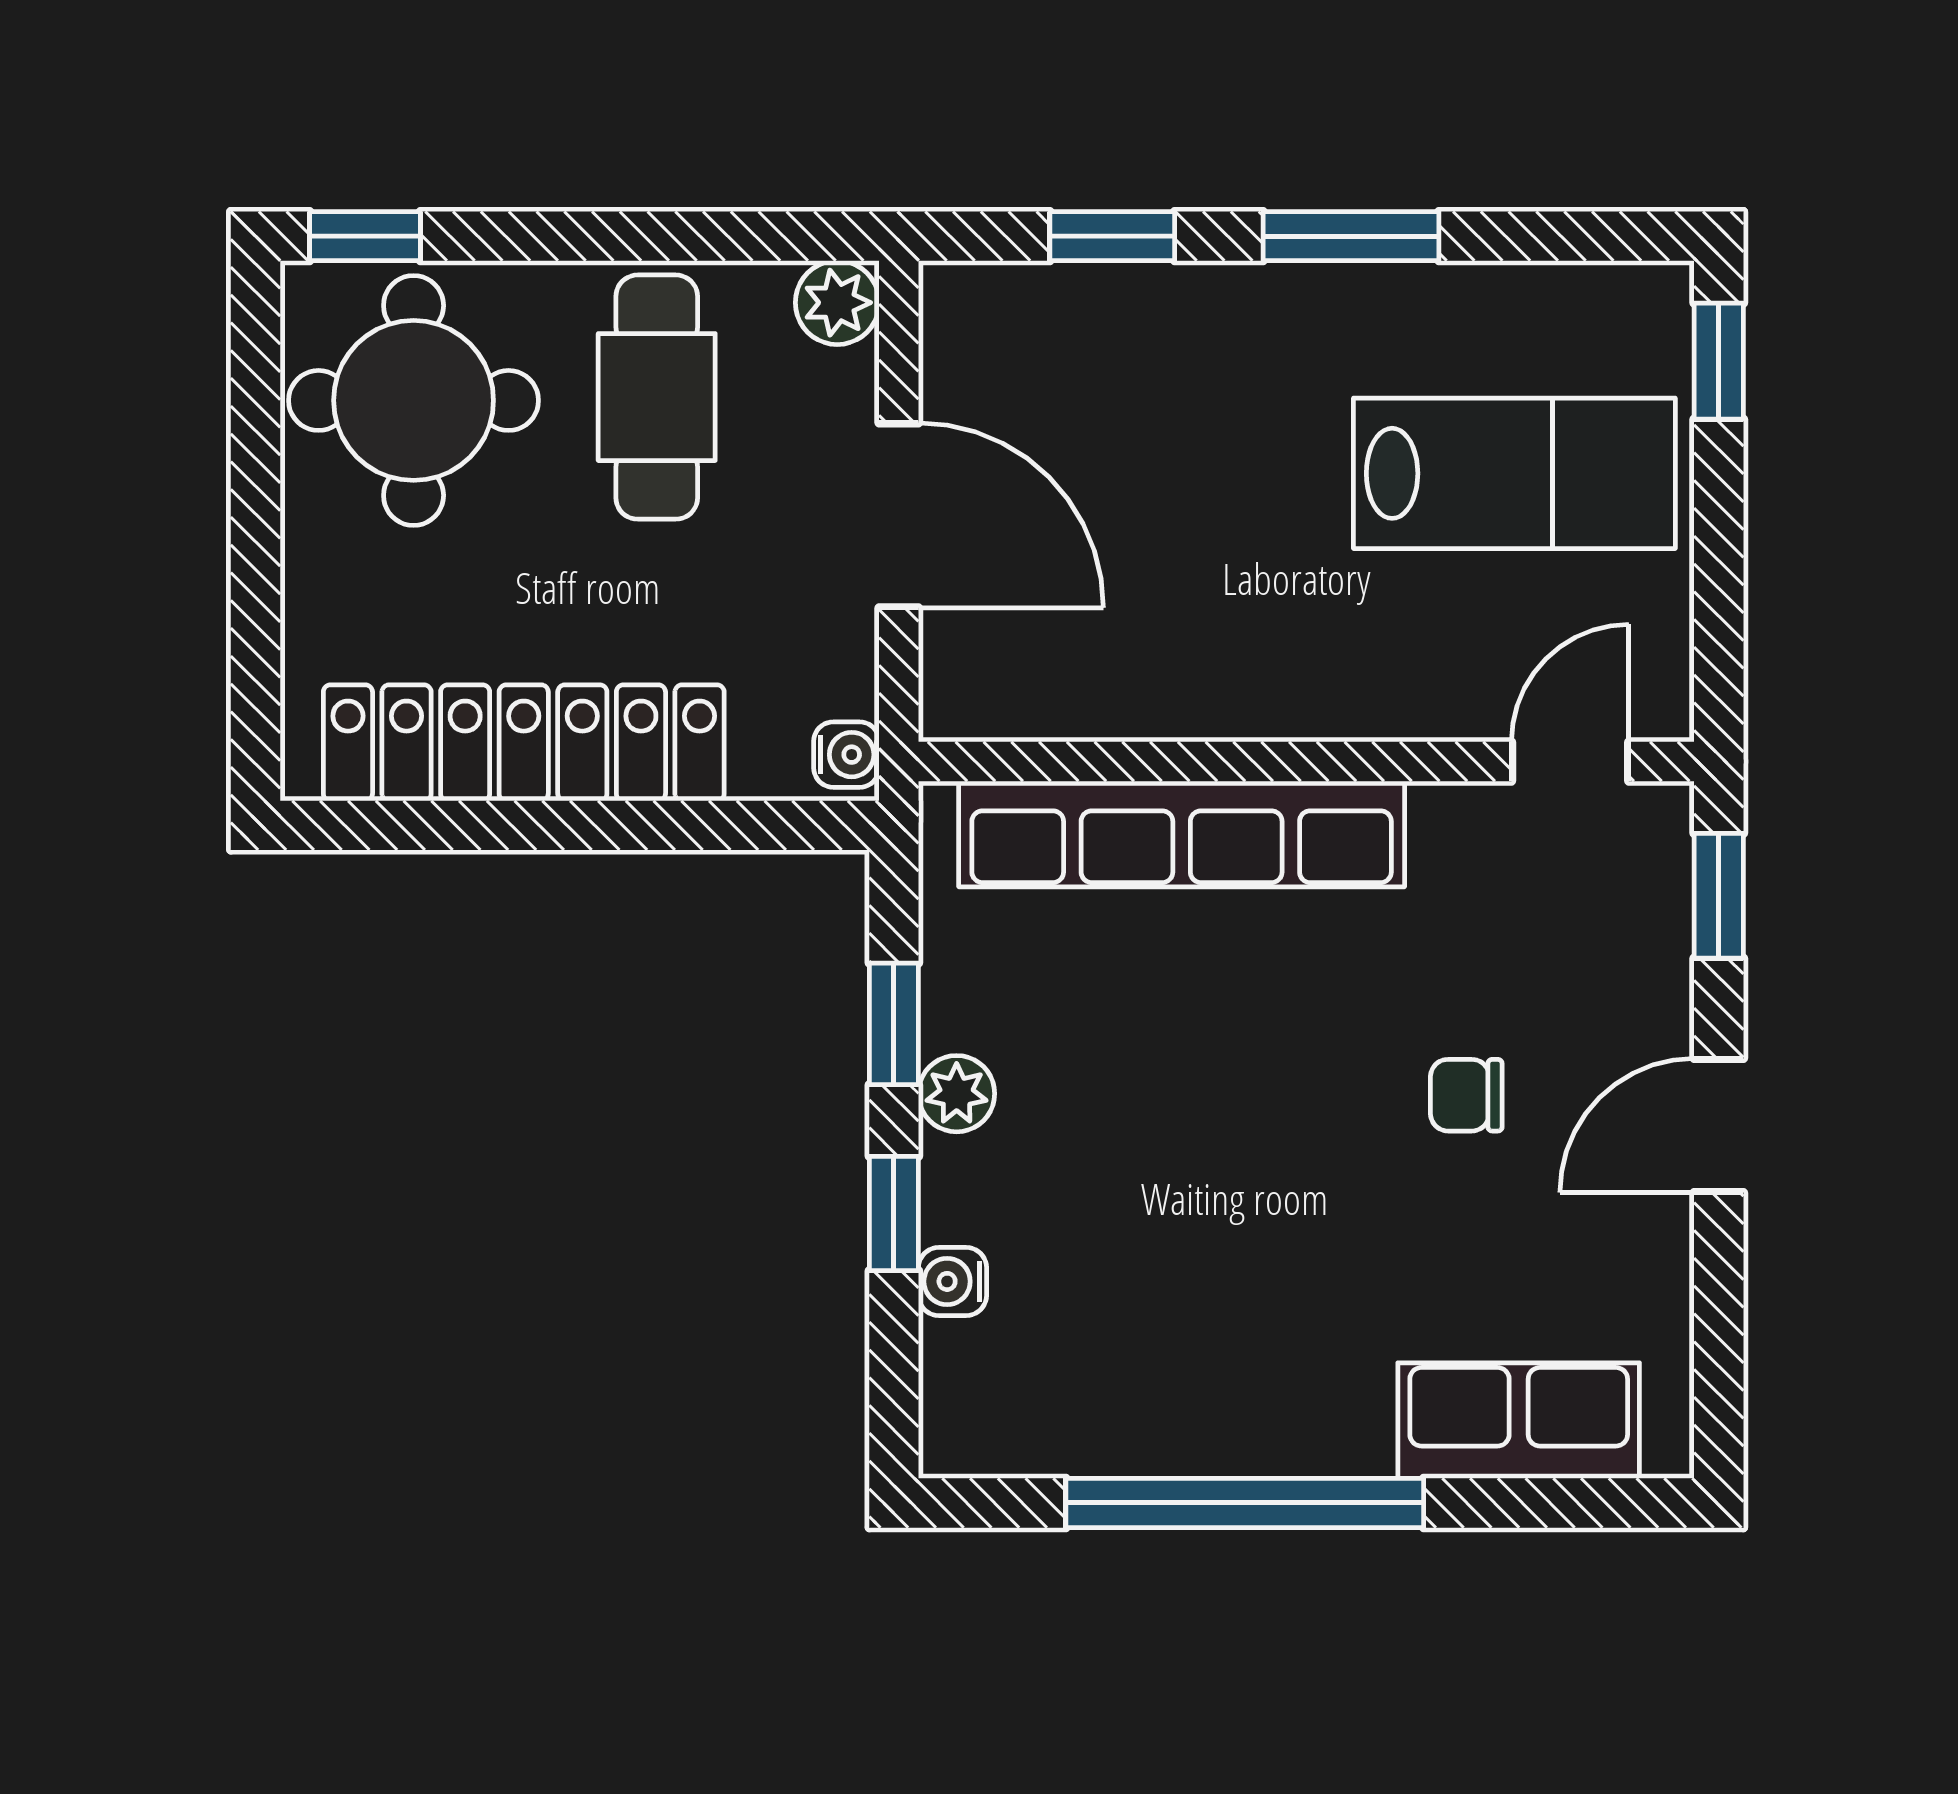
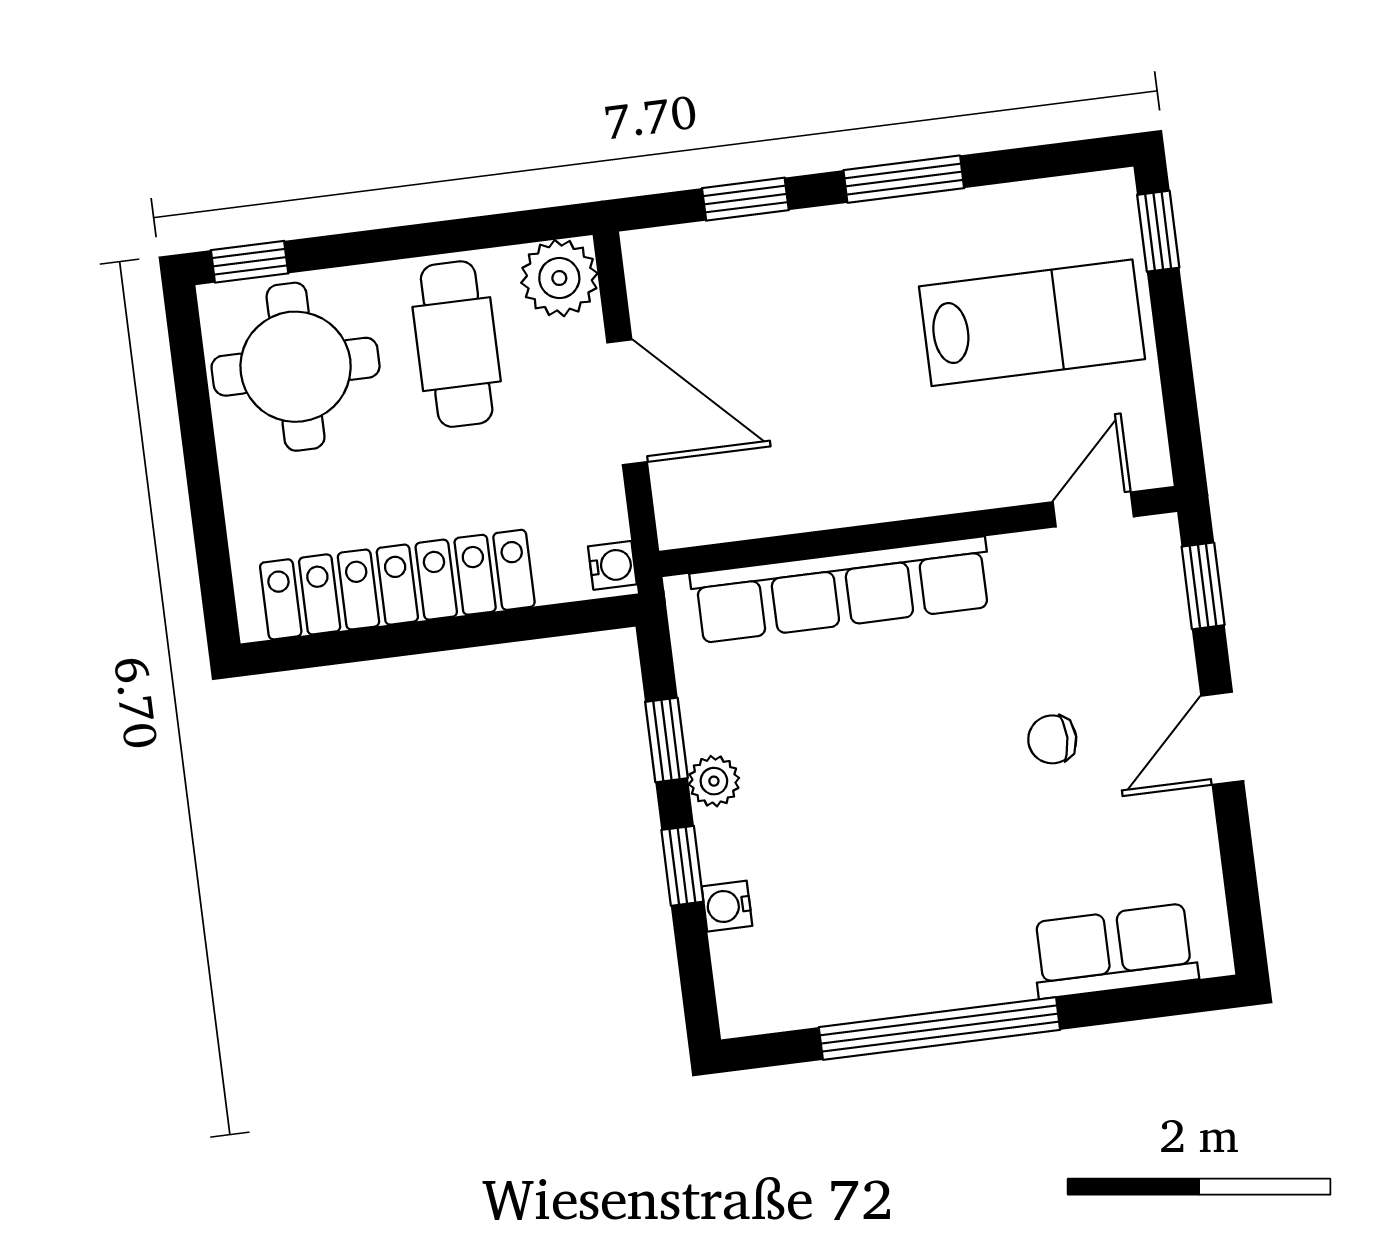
plant: (837, 303) -> (559, 278), width x1.38, depth x1.38

